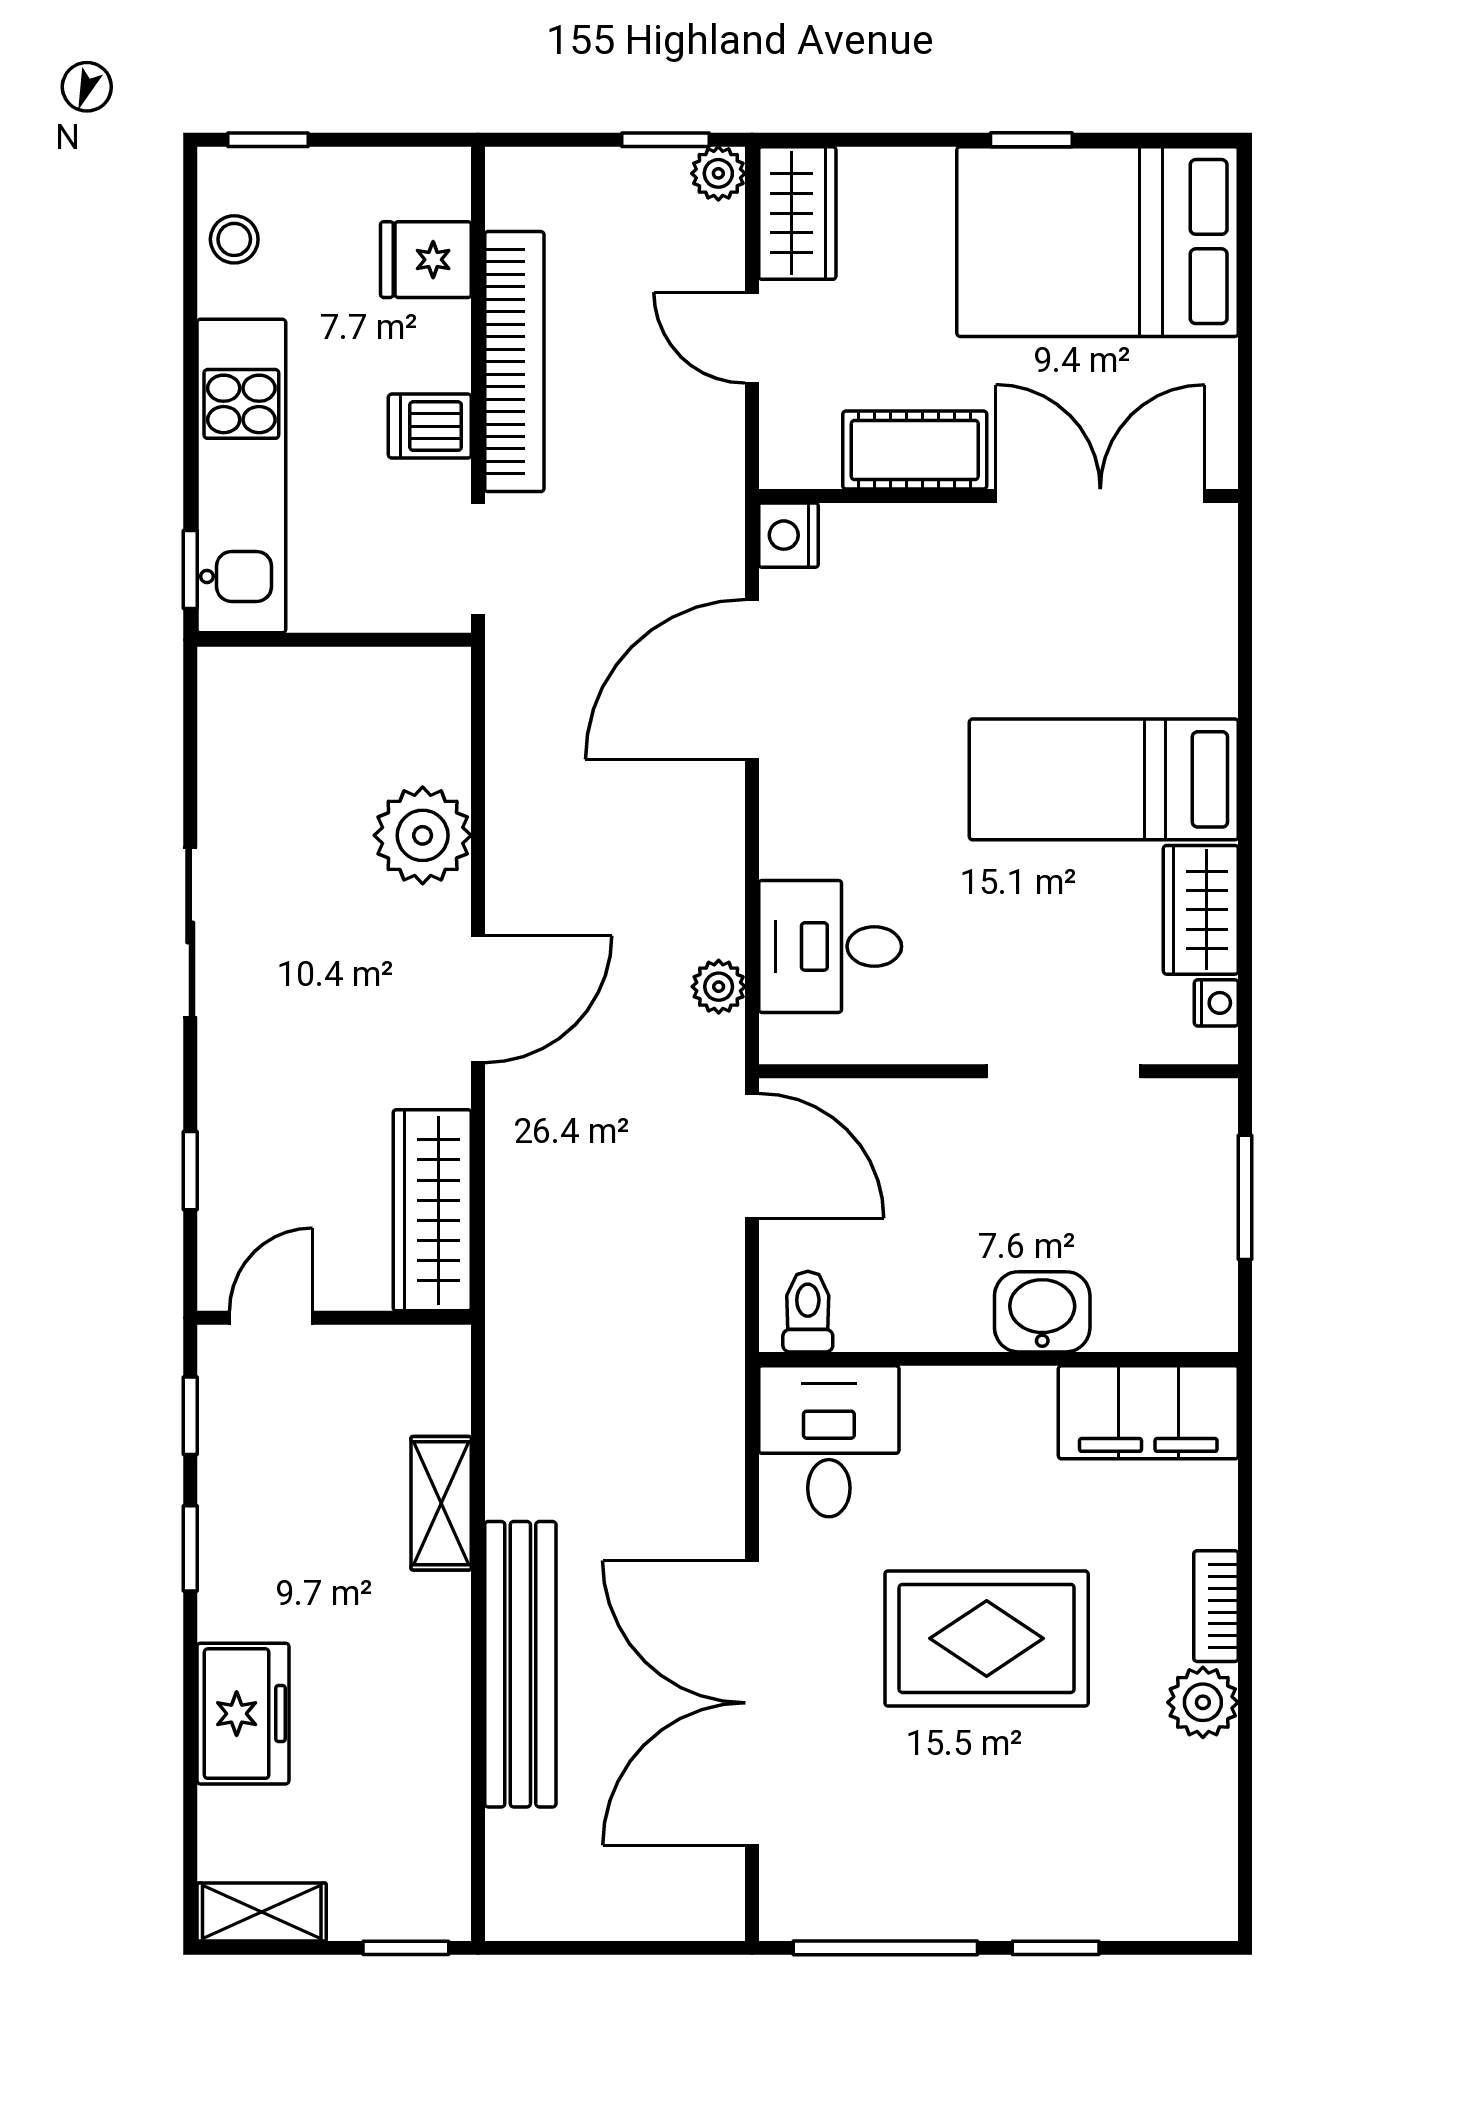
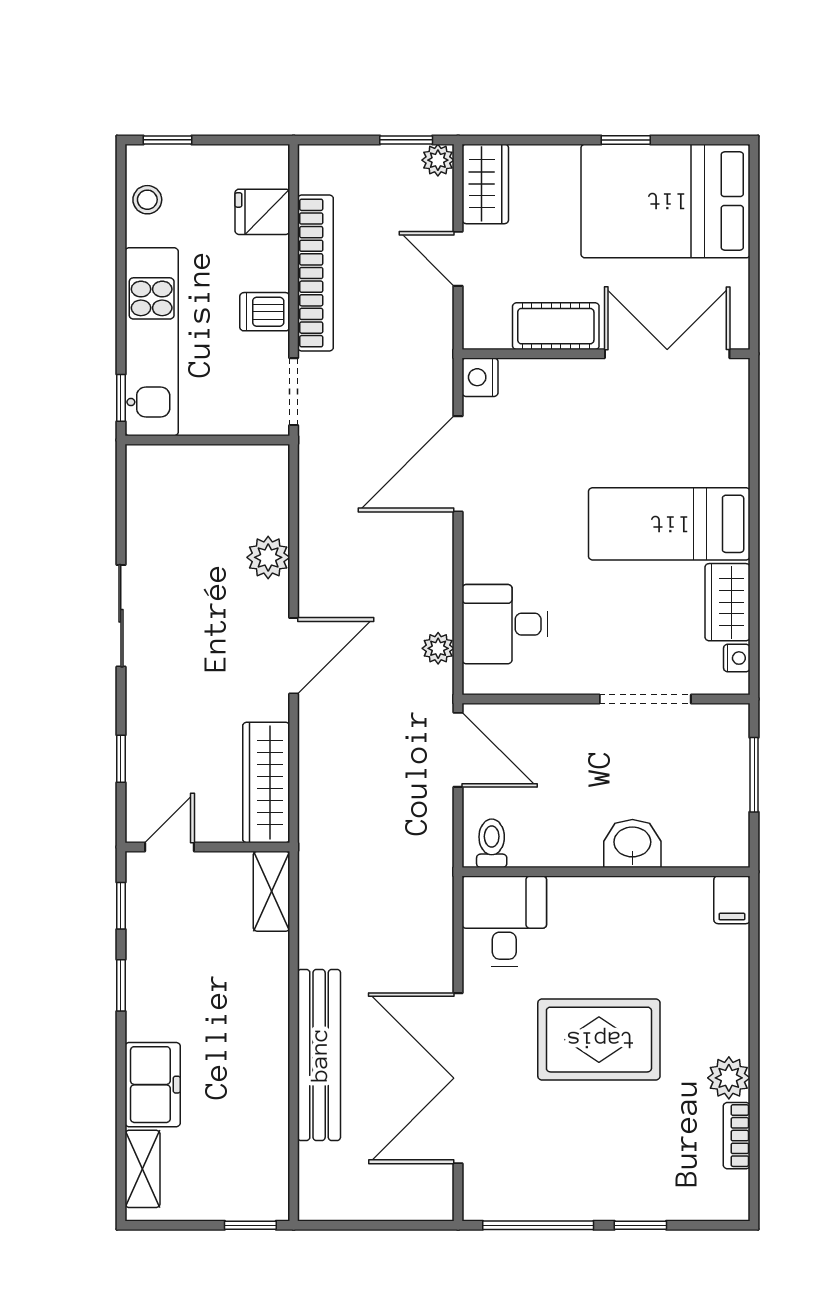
plant: (423, 835) -> (268, 557), width x0.73, depth x0.73
filing cabinet: (1148, 1412) -> (732, 900), width x0.33, depth x0.86
shelving: (441, 1503) -> (271, 891), moved
bookcase: (1216, 1606) -> (737, 1136), moved
shelving: (262, 1912) -> (143, 1169), moved, turned 90

